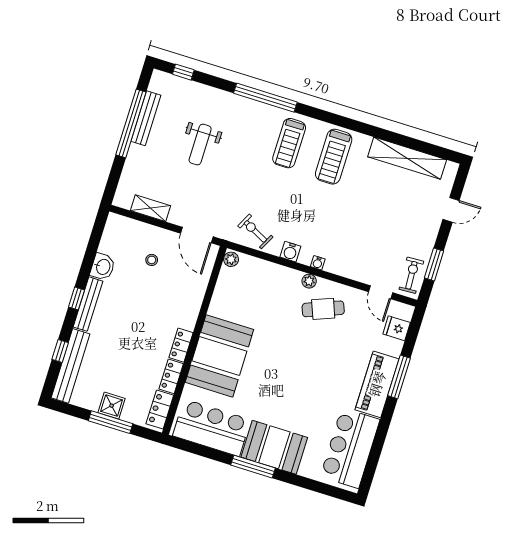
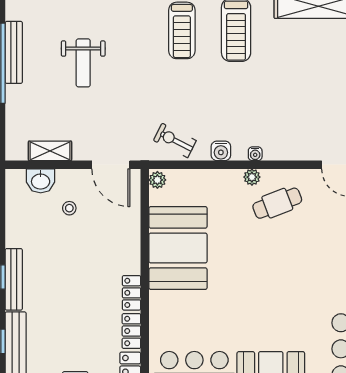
washbasin: (103, 267) -> (41, 181), moved, turned 90
booth: (219, 356) -> (178, 248), moved

